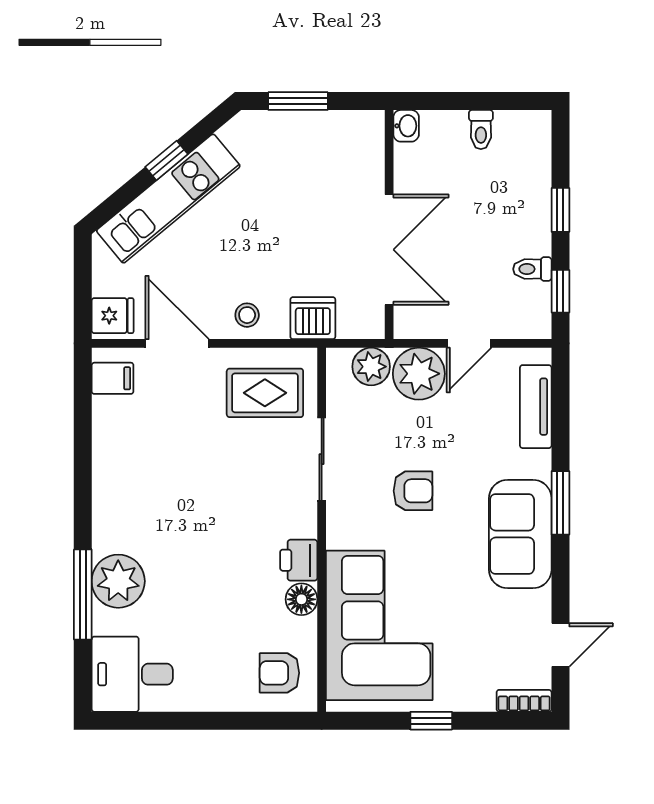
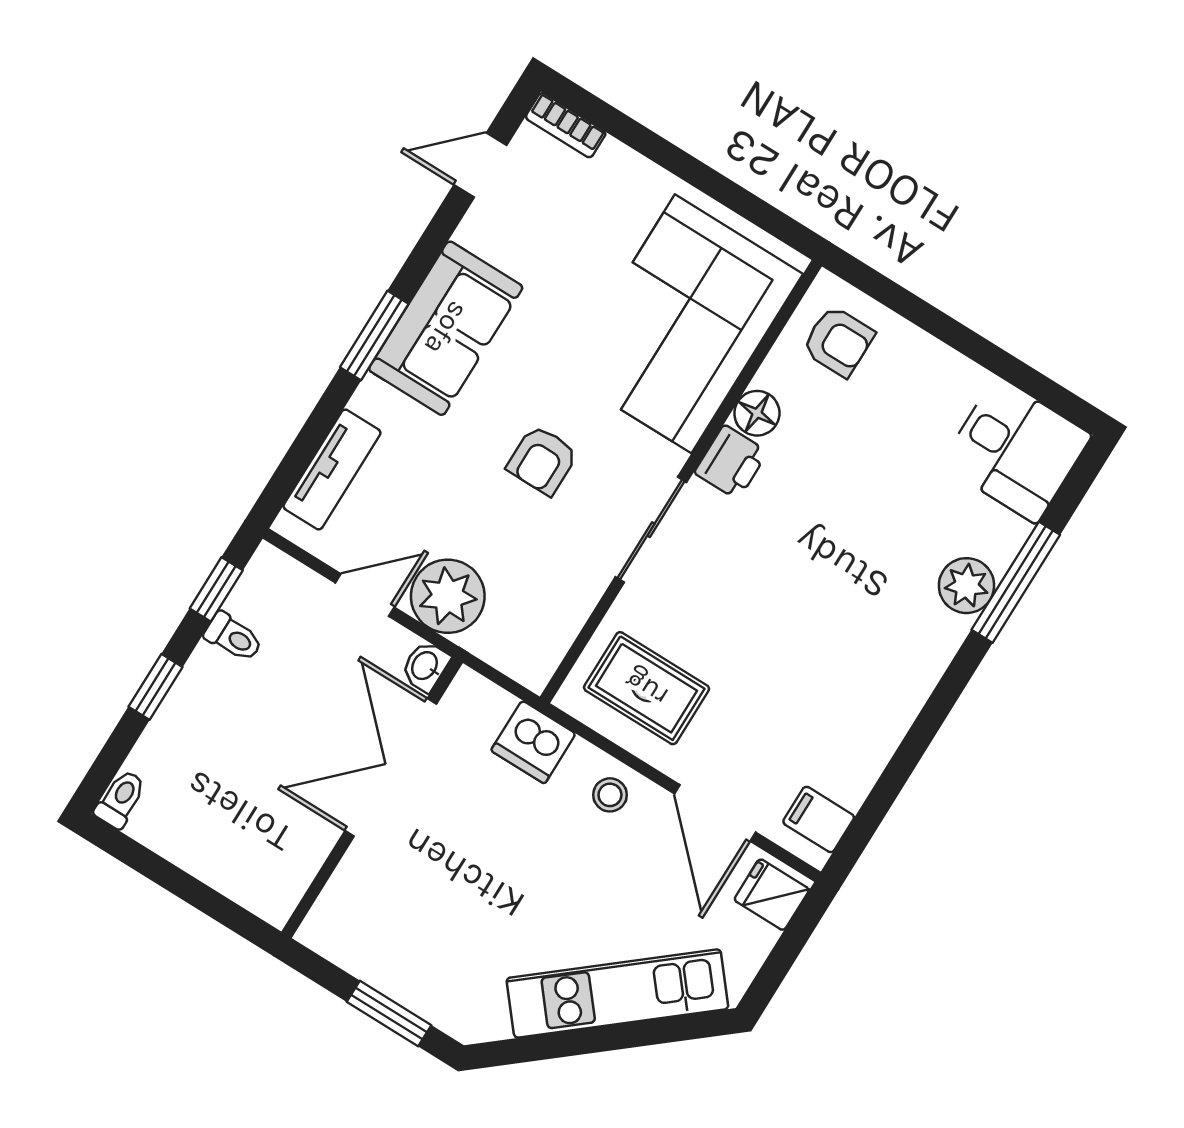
washbasin: (406, 126) -> (425, 666), moved
toilet: (481, 130) -> (121, 799), moved
window: (166, 160) -> (591, 1040), removed
plant: (371, 367) -> (500, 640), removed
sliding door: (322, 459) -> (651, 530), moved
armchair: (413, 491) -> (542, 460), turned -90
plant: (118, 581) -> (966, 586), width x0.73, depth x0.73
window: (431, 721) -> (692, 171), removed

